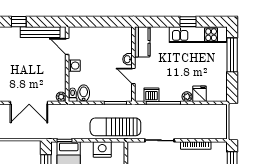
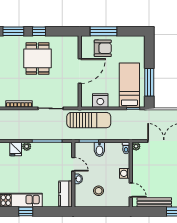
stool: (104, 46) -> (99, 191), added
bidet: (84, 93) -> (99, 149), moved
dishwasher: (151, 95) -> (58, 148), removed

